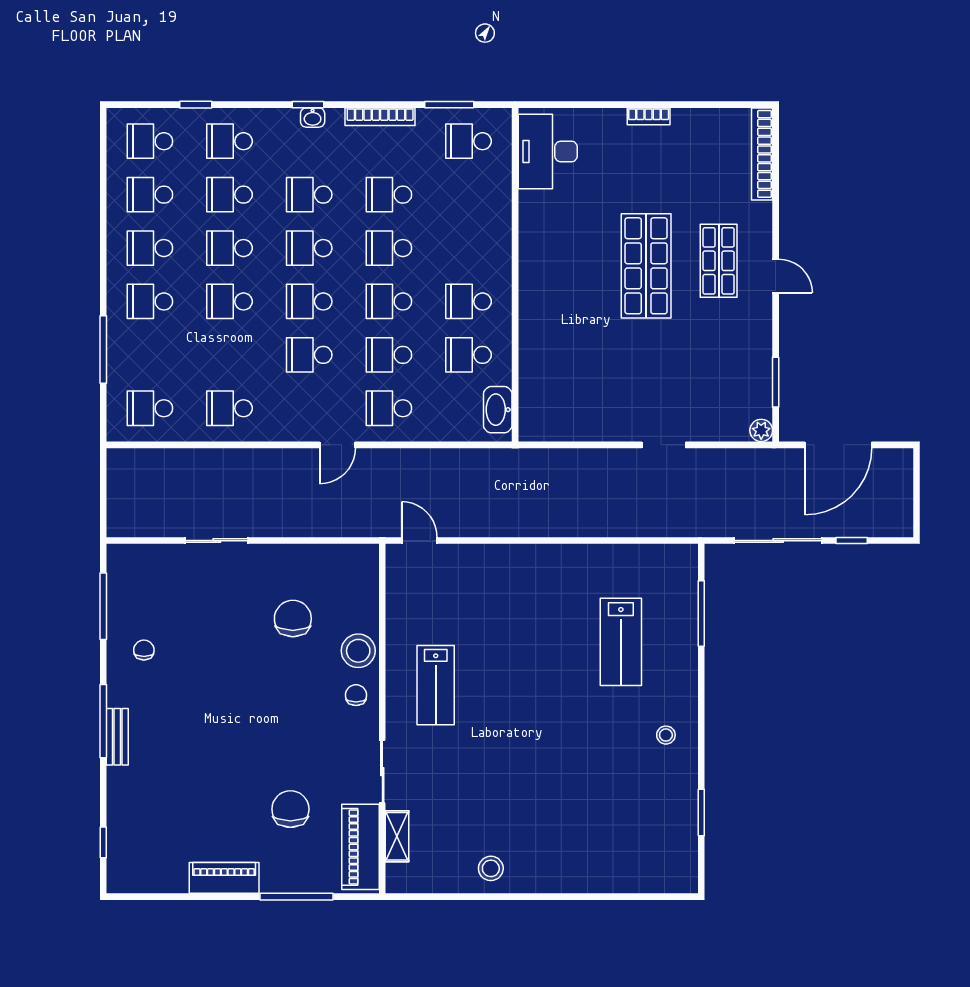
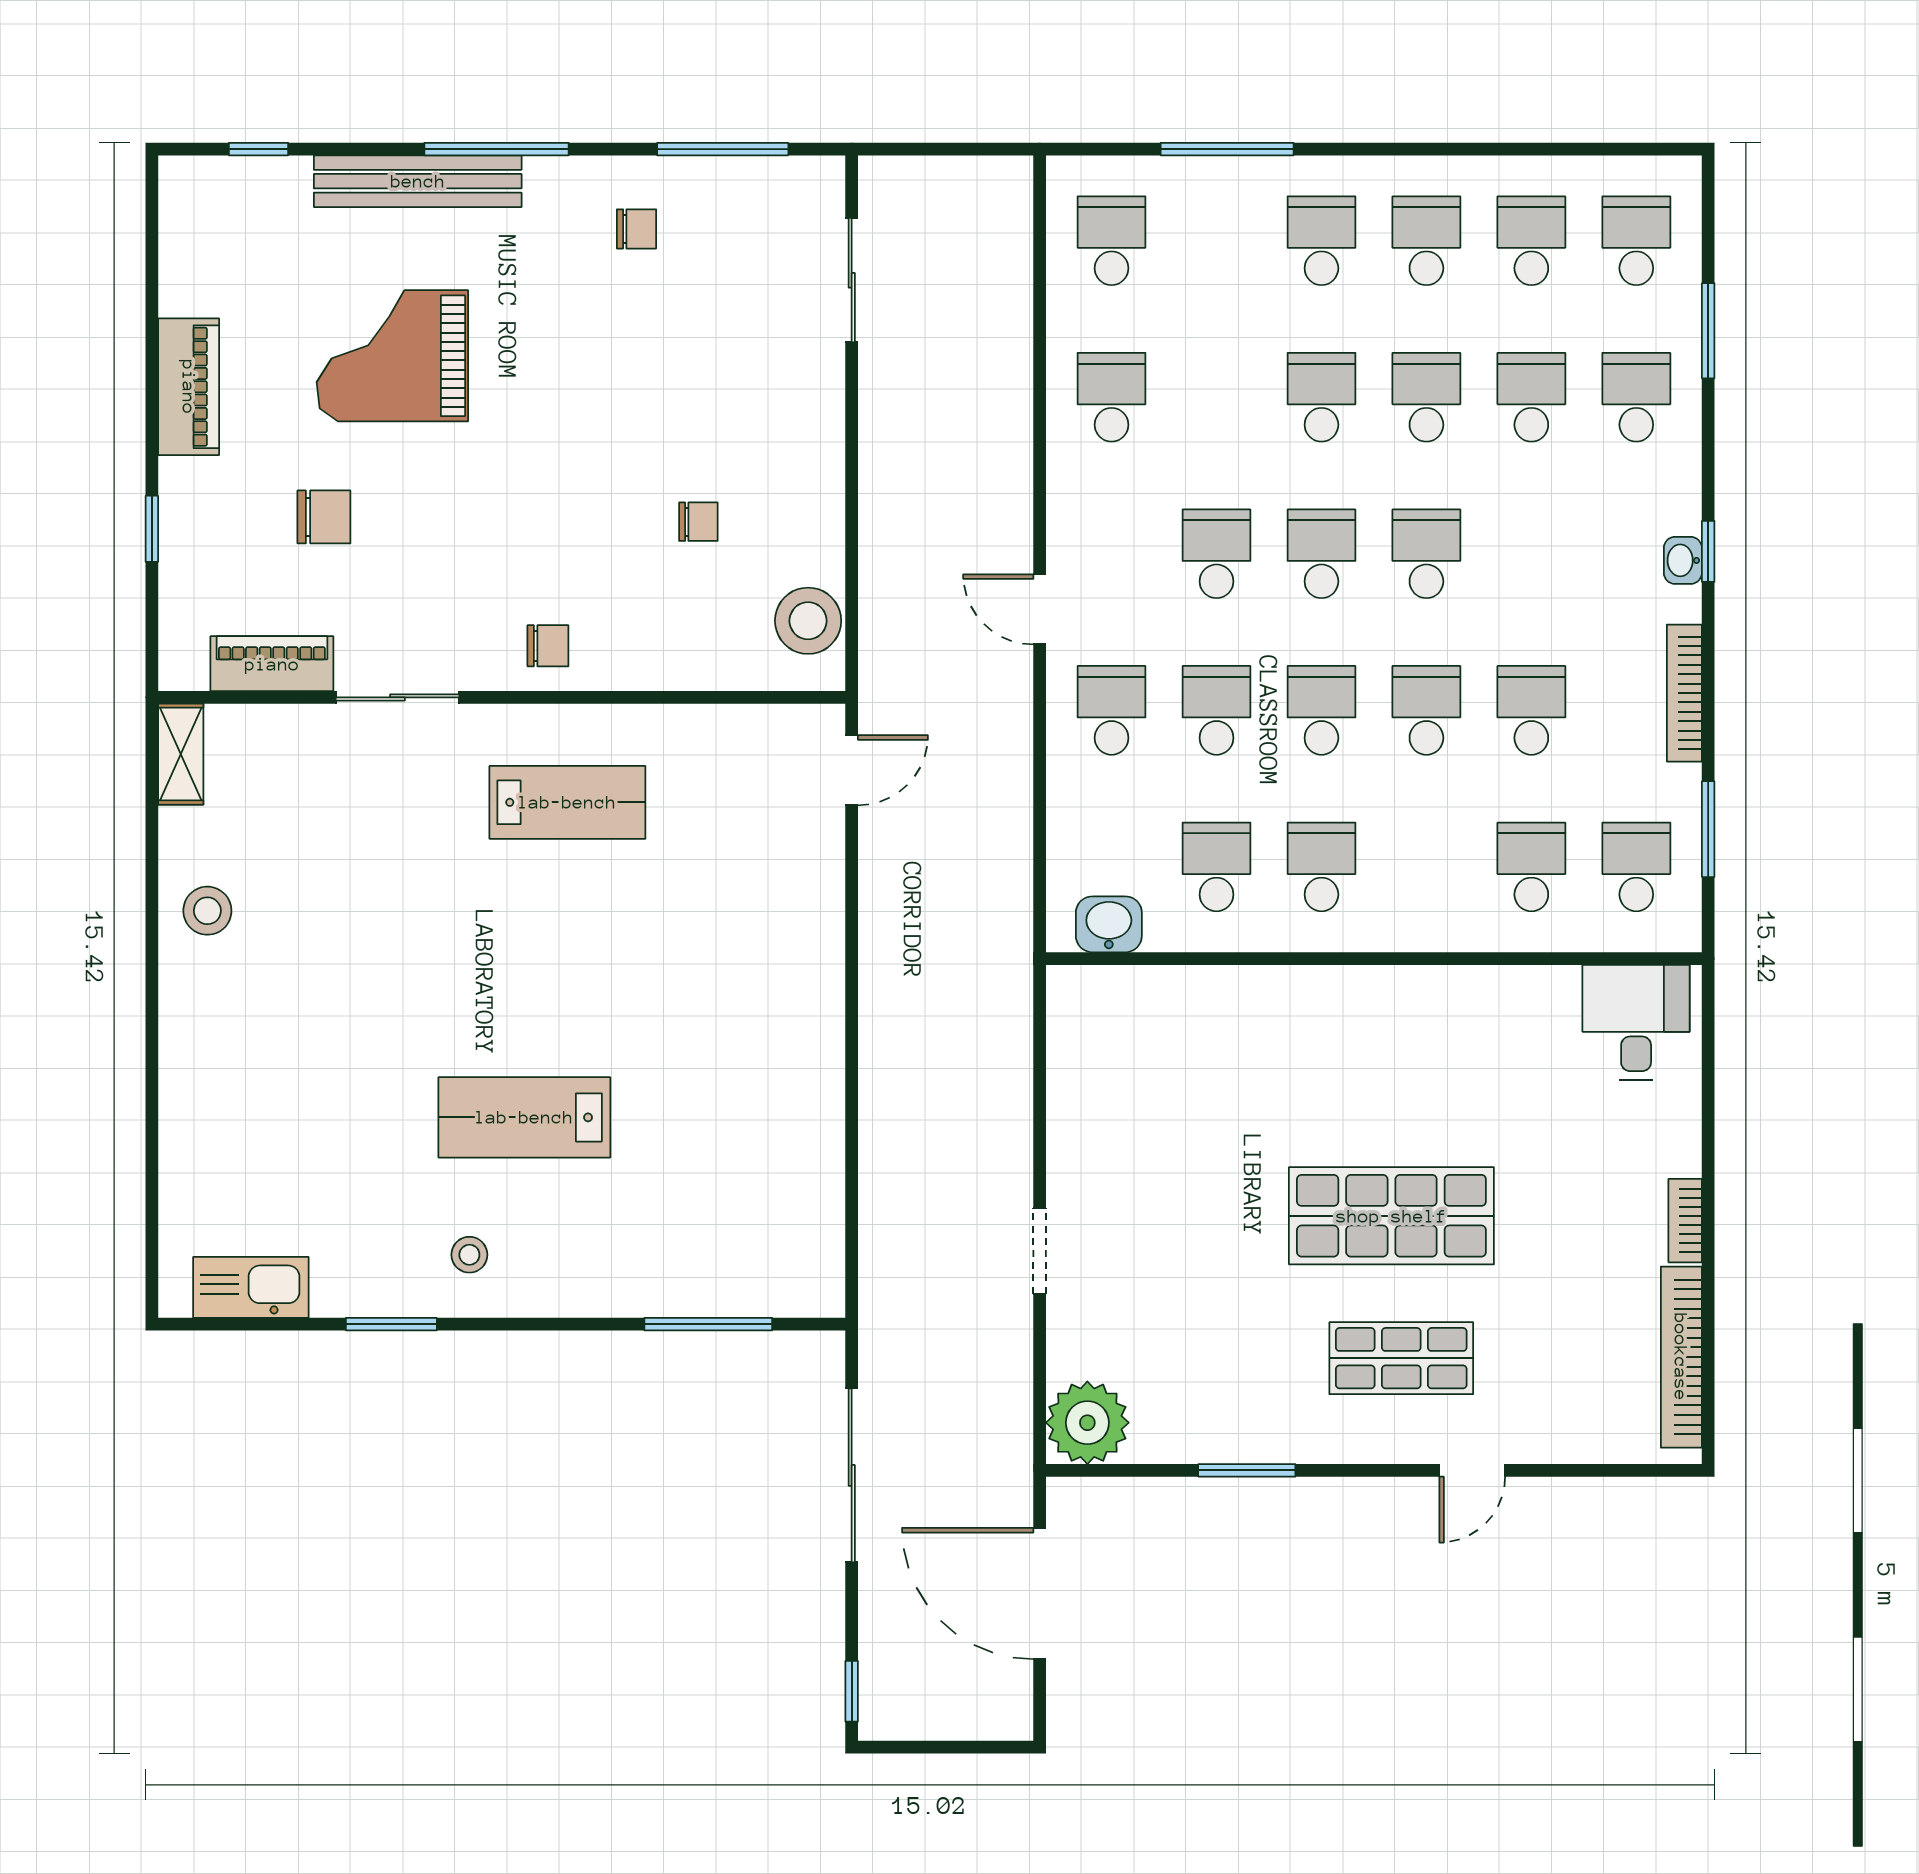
window: (196, 105) -> (1708, 331), width x1.50
desk: (548, 152) -> (1636, 1023), width x0.73
bookcase: (762, 154) -> (1681, 1357), moved, turned -90
school desk: (309, 195) -> (1531, 867), moved
door: (776, 276) -> (1472, 1470), moved
window: (776, 382) -> (1247, 1470), moved
washbasin: (498, 410) -> (1109, 924), width x0.72
plant: (761, 430) -> (1087, 1423), width x1.88, depth x1.88
sliding door: (217, 541) -> (852, 280), moved
window: (852, 541) -> (852, 1691), moved
chair: (293, 619) -> (698, 522), width x0.54, depth x0.54
lab bench: (621, 642) -> (524, 1117), moved
stool: (358, 651) -> (808, 621), moved
lab bench: (436, 685) -> (567, 802), turned 180
bench: (117, 737) -> (418, 181), width x1.86, depth x1.21
grand piano: (208, 774) -> (392, 356), added
chair: (290, 809) -> (324, 517), width x0.73, depth x0.73
window: (701, 812) -> (391, 1324), moved
shelving: (397, 836) -> (181, 754), moved, turned 90
kitchen sink: (683, 846) -> (251, 1287), added
piano: (361, 847) -> (272, 664), width x0.73, depth x0.75
window: (296, 897) -> (152, 529), width x0.46

